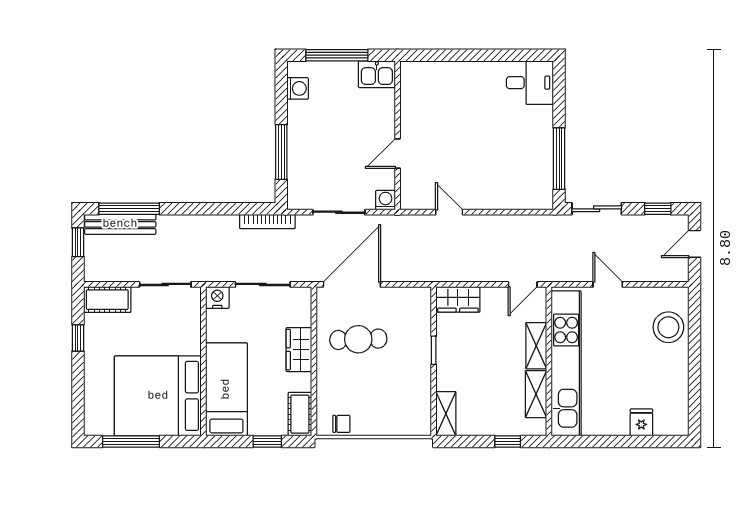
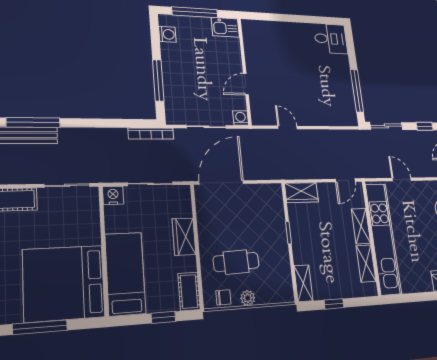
cafe table: (358, 339) -> (236, 262), moved
plant: (371, 427) -> (248, 298), added
window: (508, 441) -> (334, 304), moved

